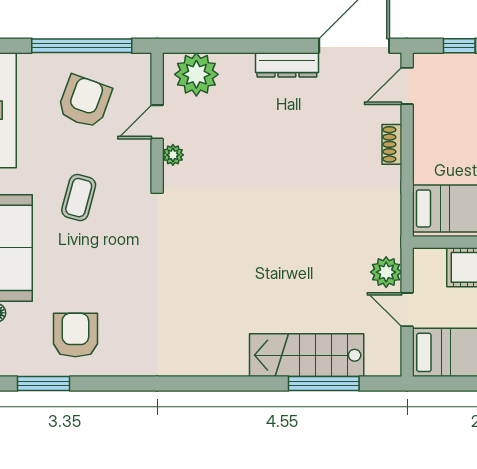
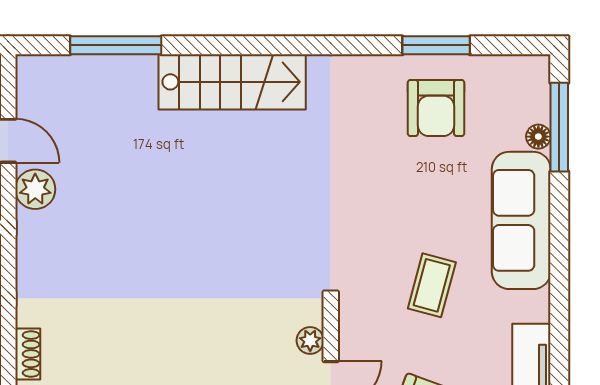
stairs: (307, 355) -> (232, 82), moved
window: (44, 384) -> (436, 45), moved

